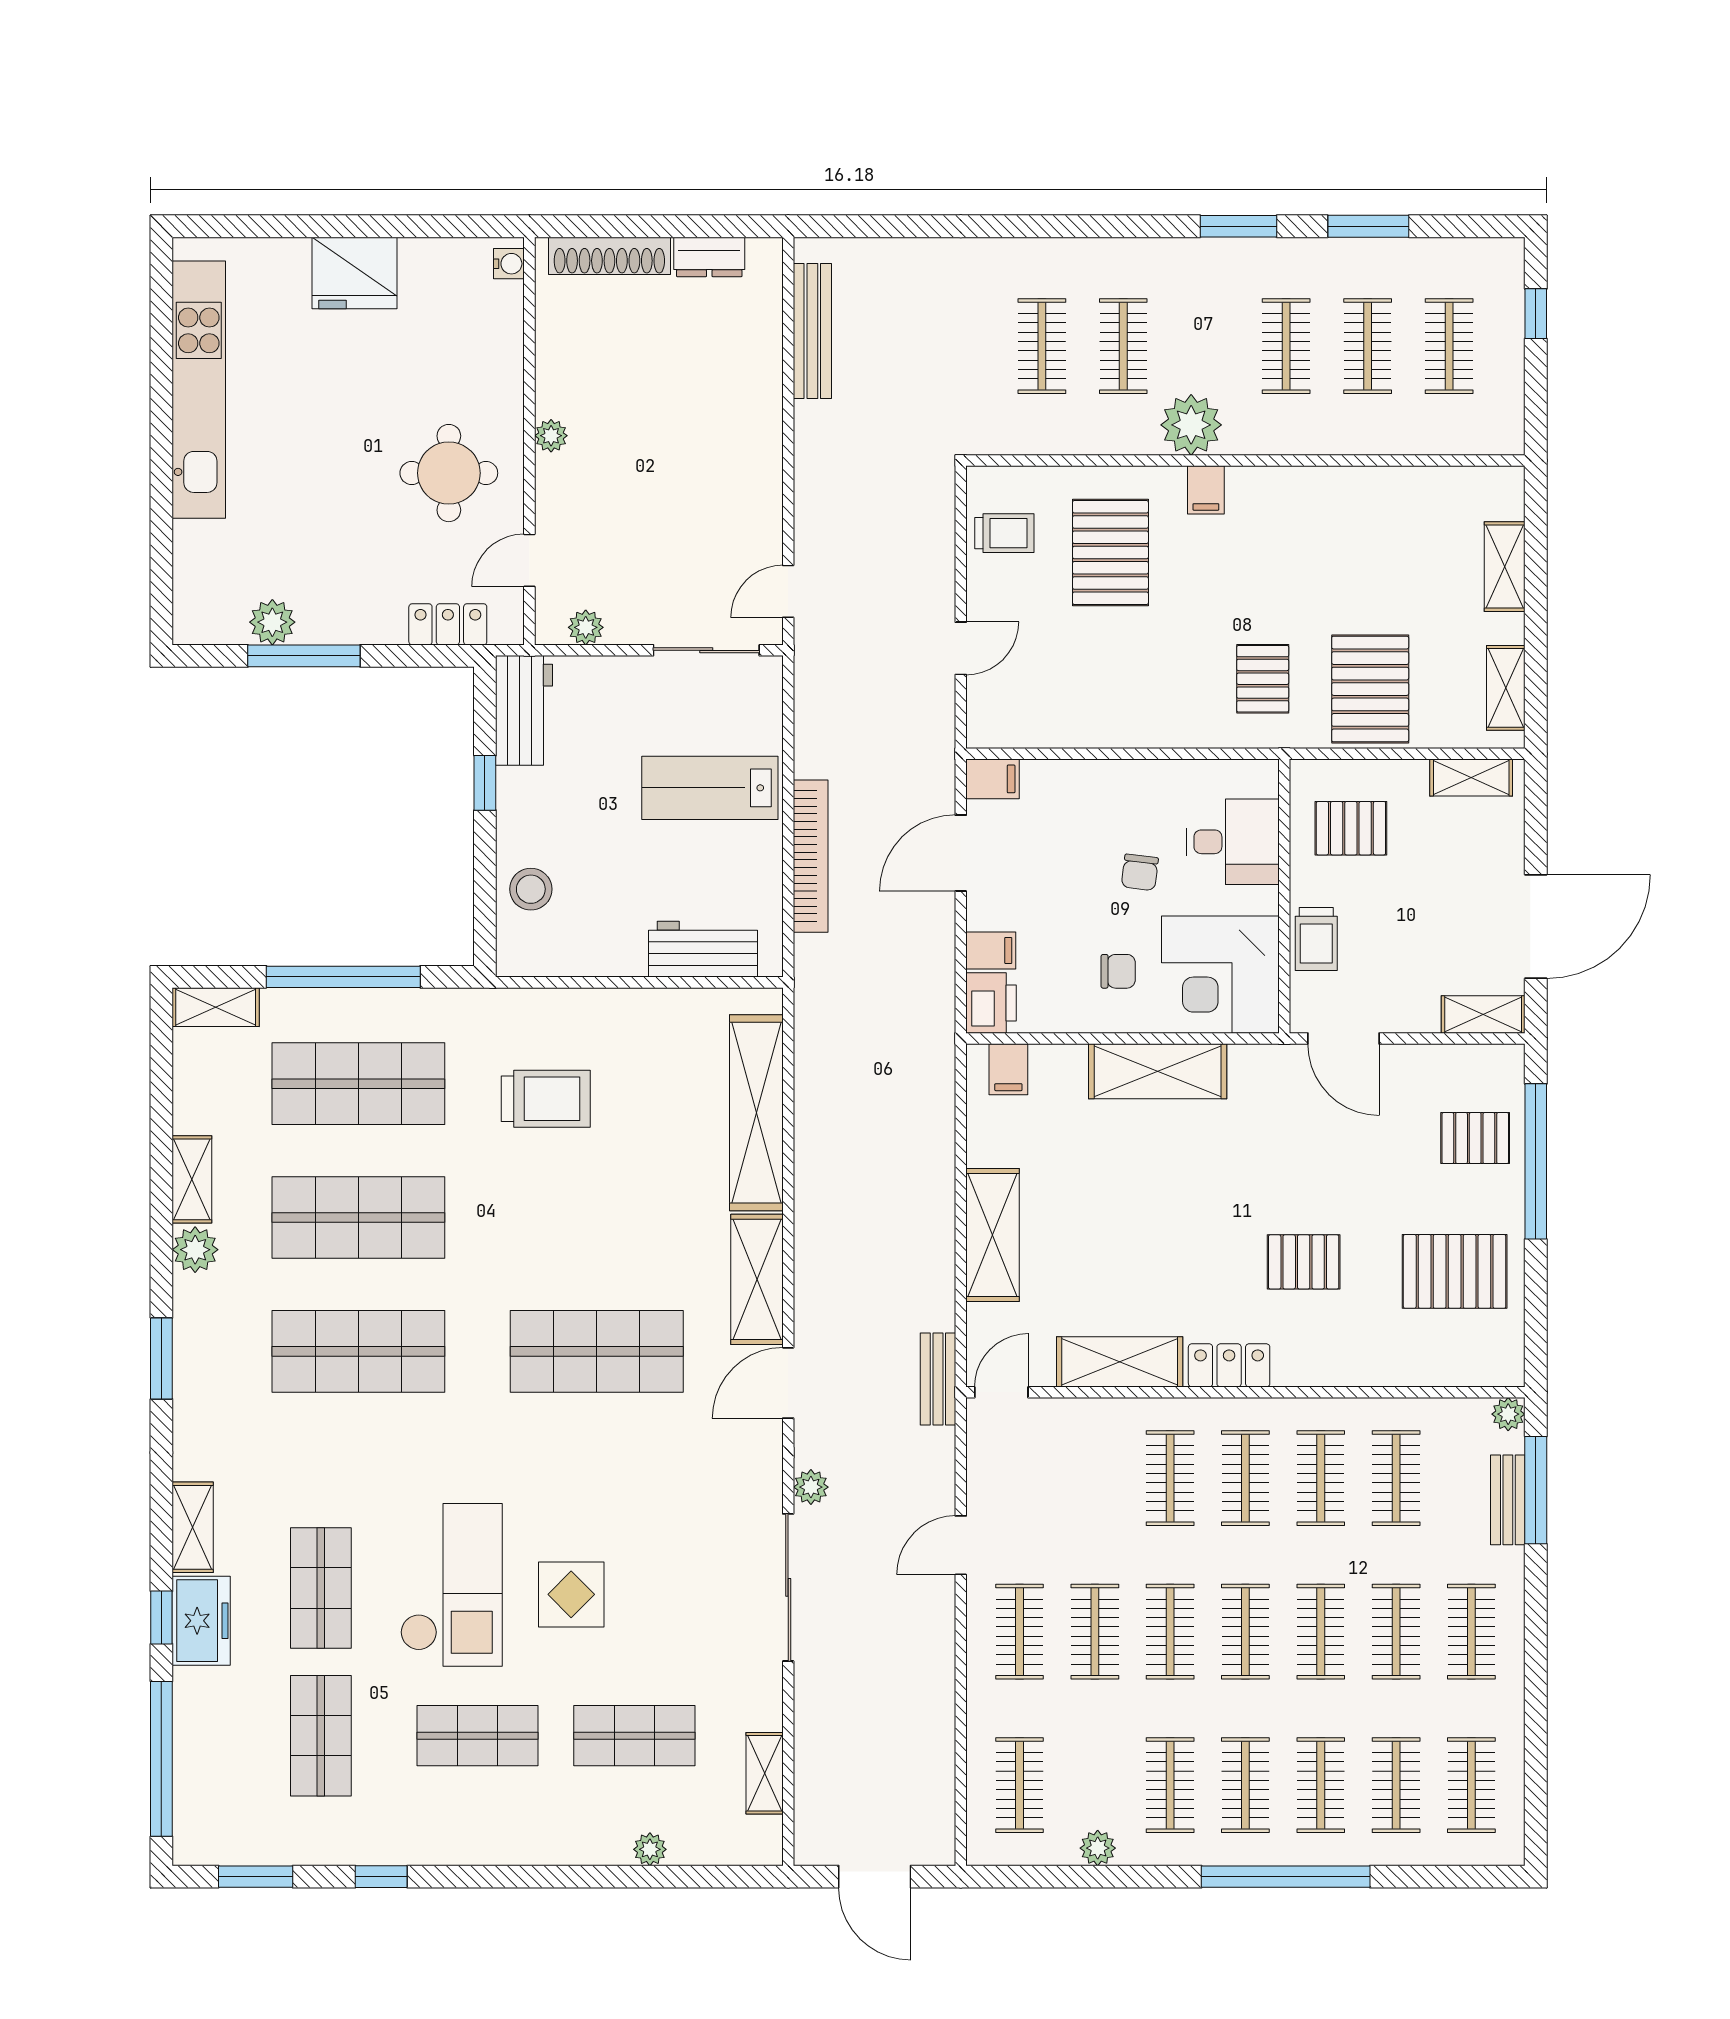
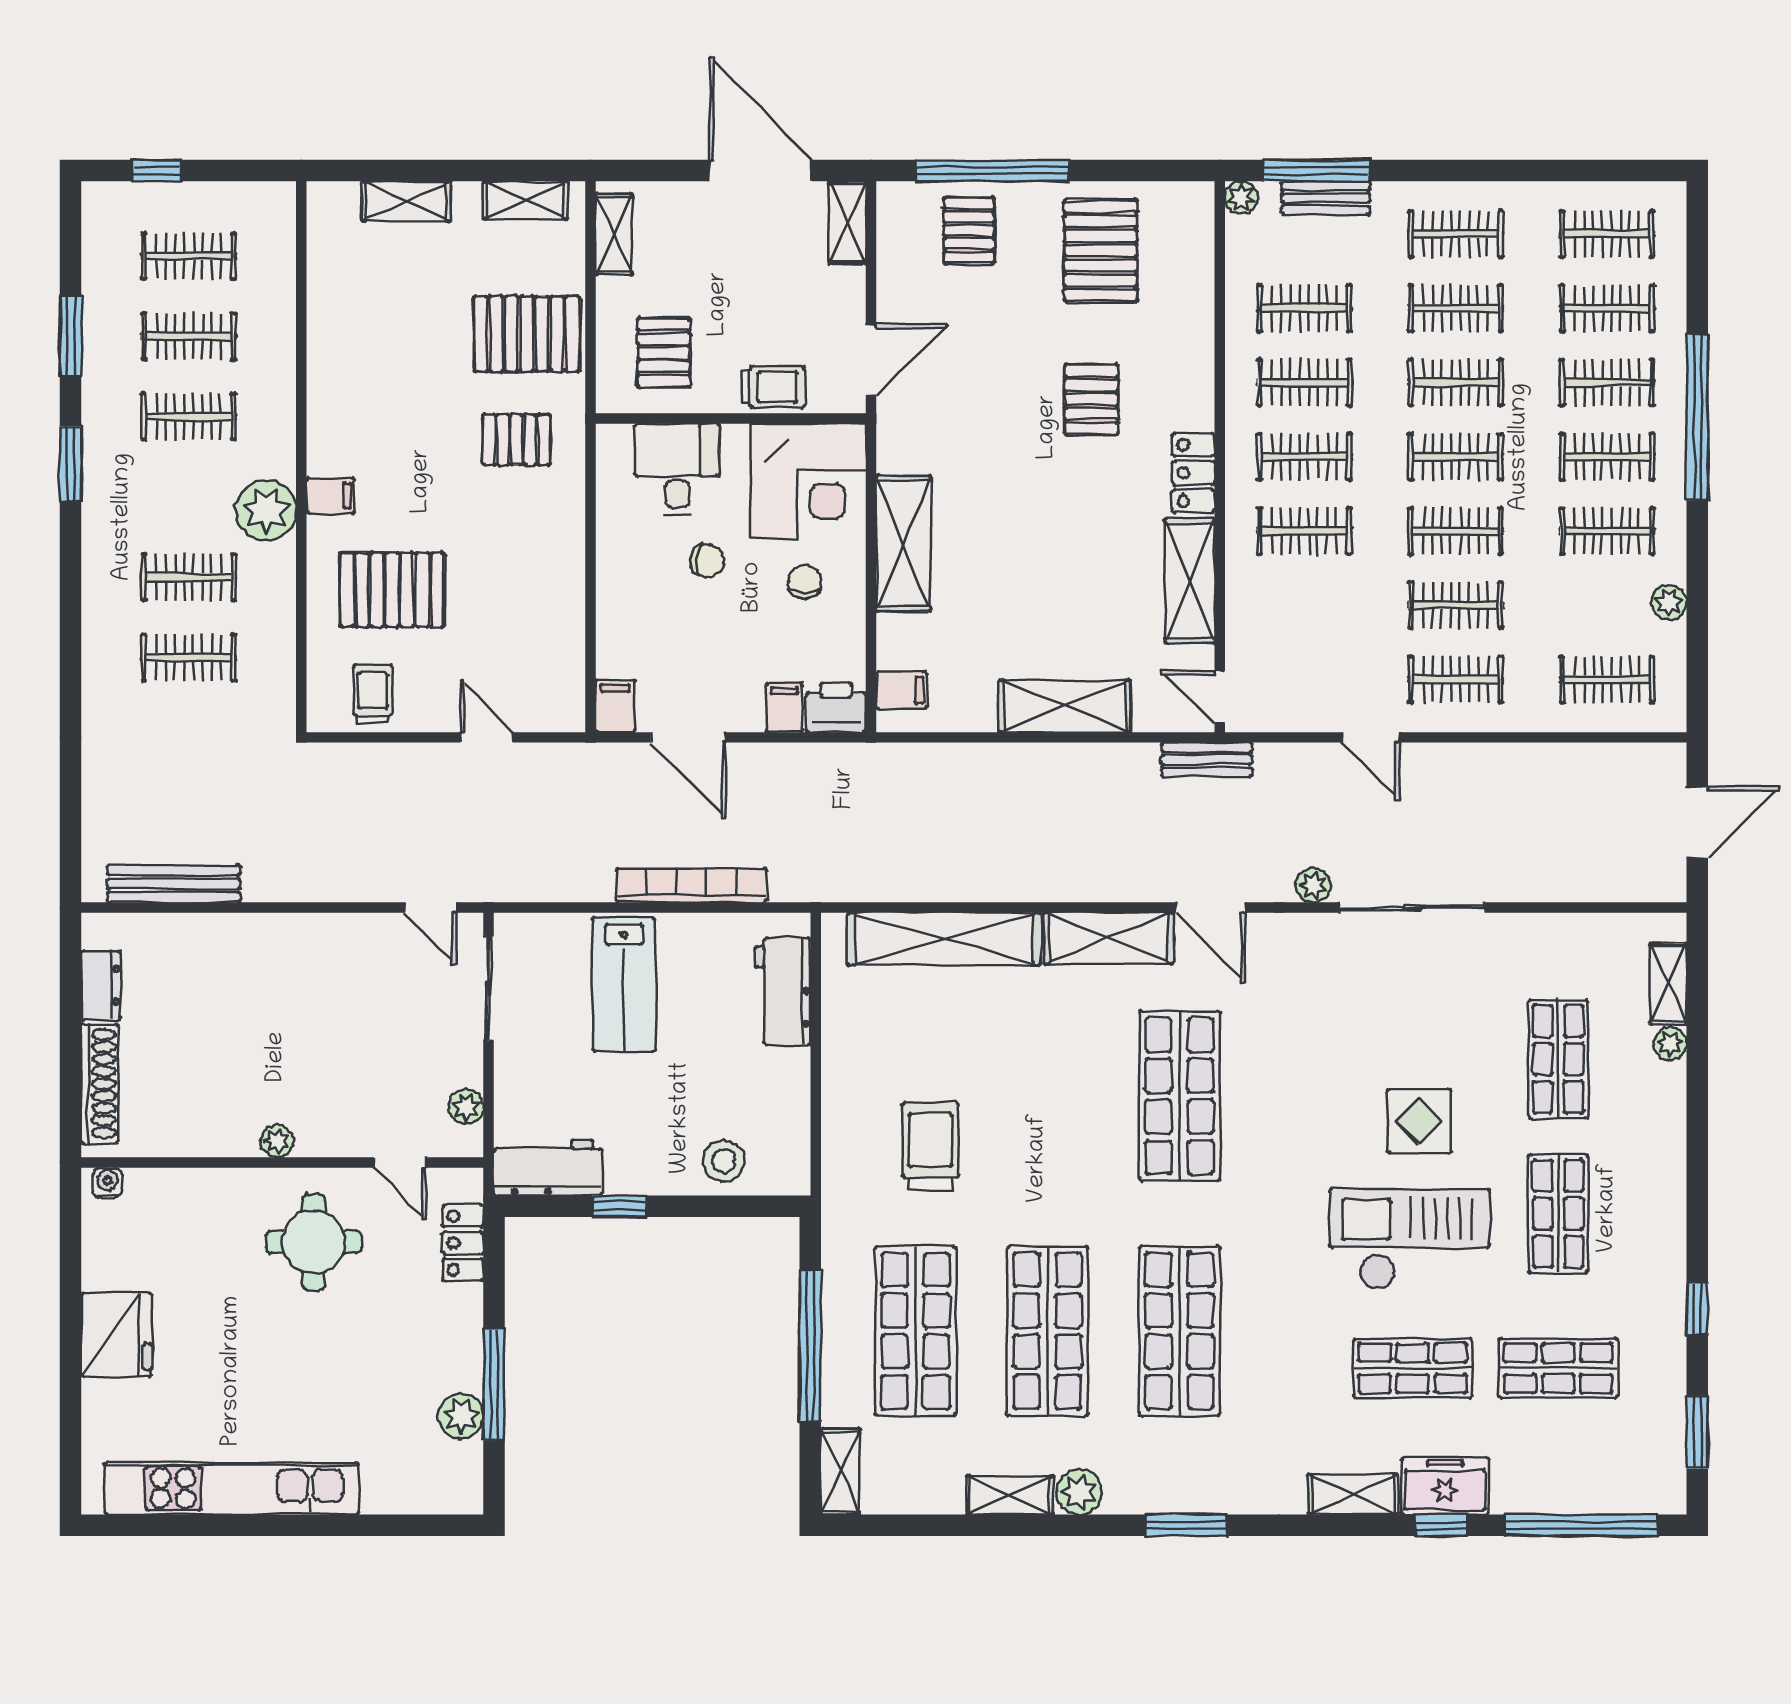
shelving: (765, 1773) -> (1668, 984), moved, turned 90

